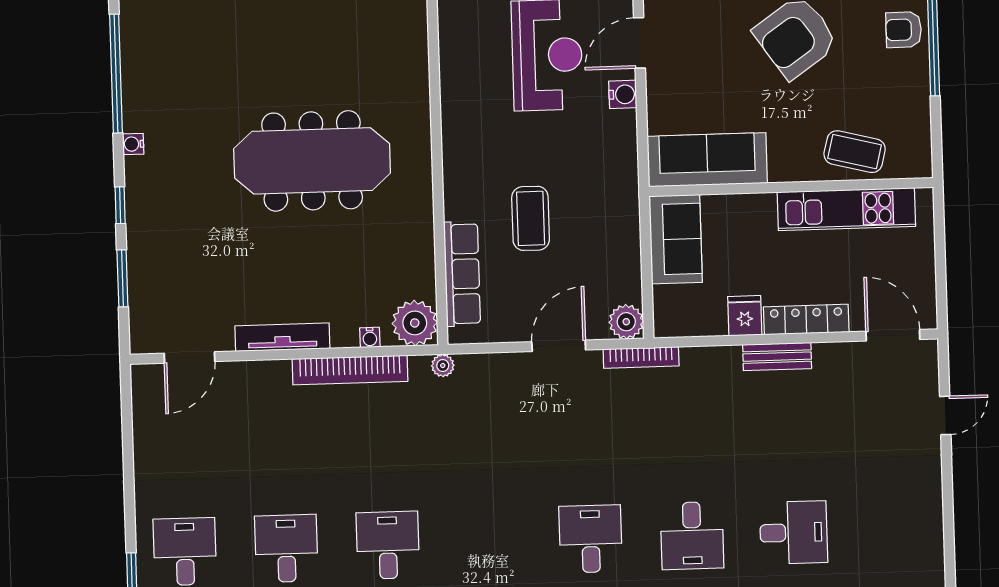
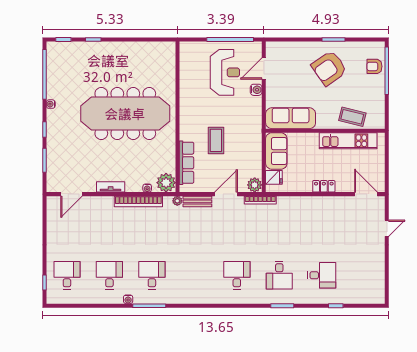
meeting table: (312, 161) -> (125, 114), width x1.36, depth x1.27
fridge: (745, 316) -> (274, 177), moved, turned 90
locker: (806, 319) -> (324, 186), width x0.66
tv unit: (282, 337) -> (111, 187), width x0.71
bench: (777, 357) -> (197, 201), moved

